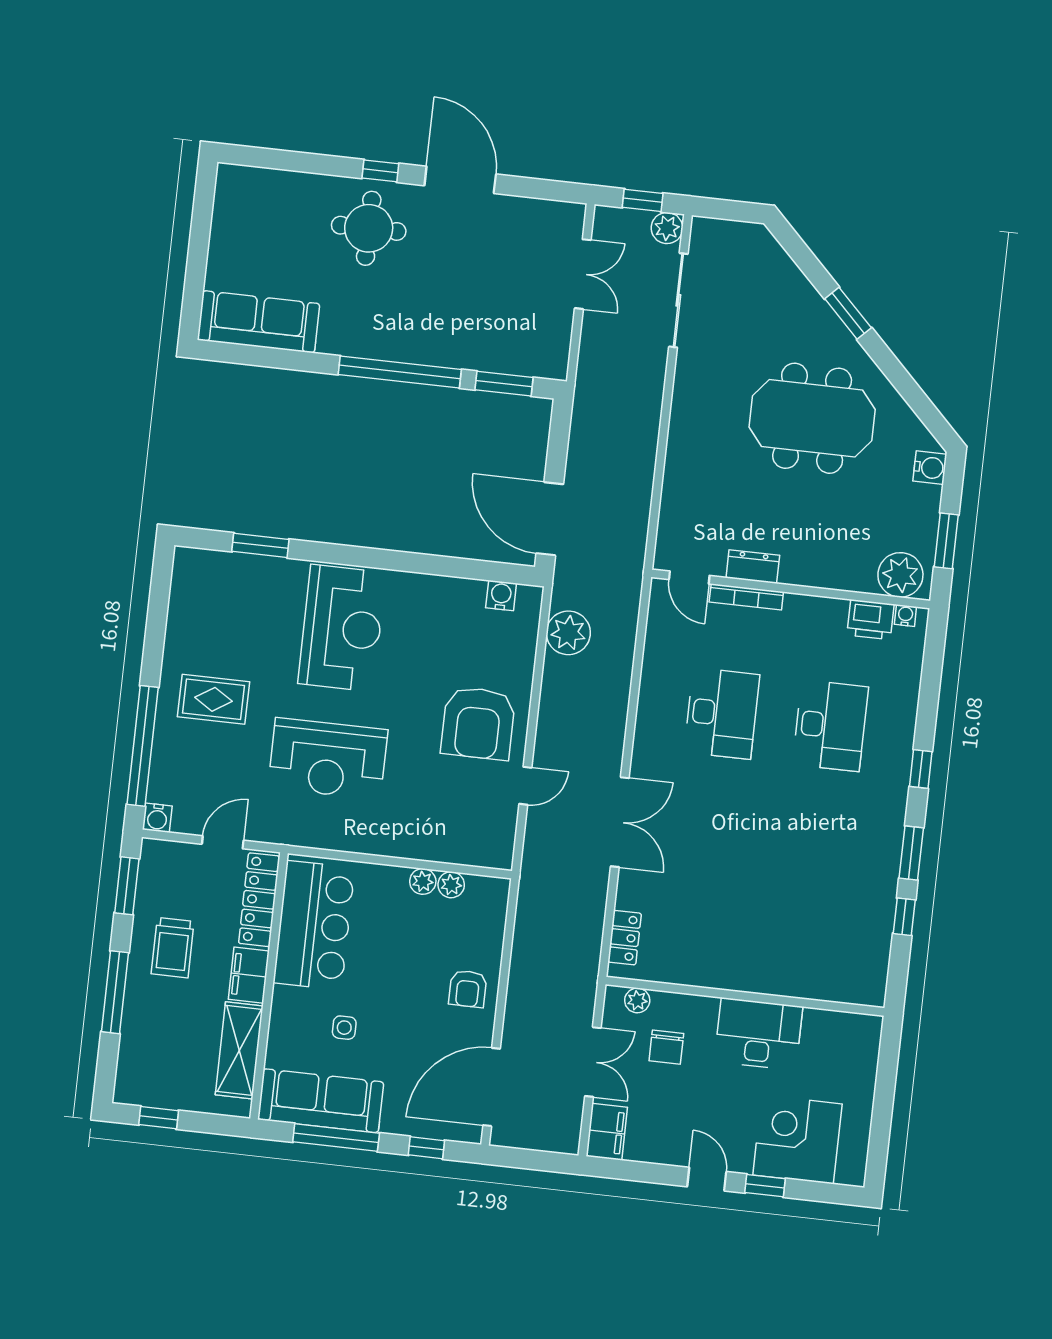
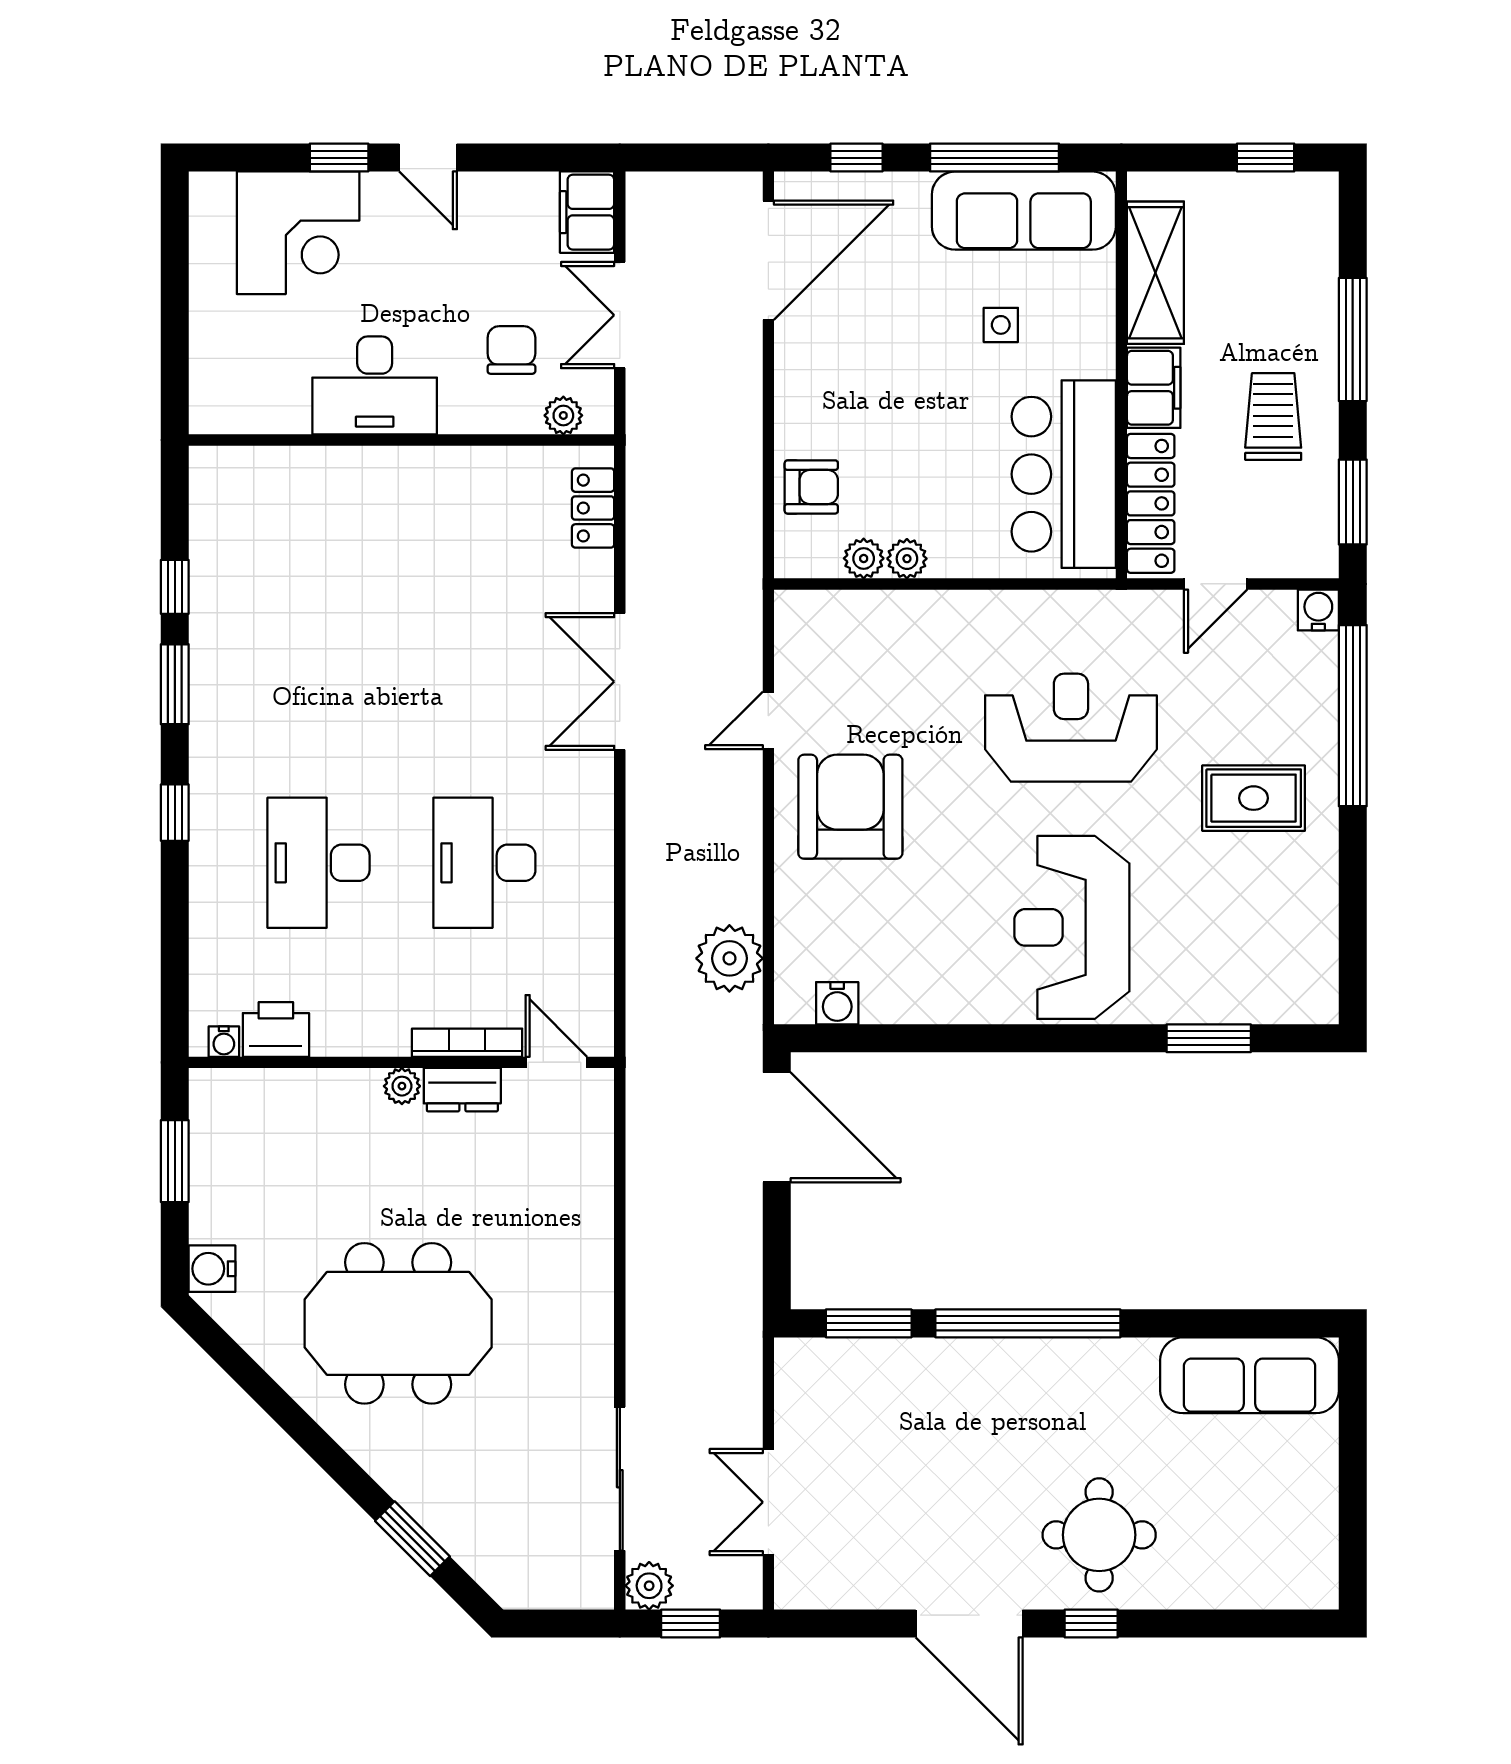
window: (848, 313) -> (412, 1539), moved
plant: (900, 575) -> (402, 1086), moved, width x0.53, depth x0.53
armchair: (468, 989) -> (811, 487), moved, turned 90

